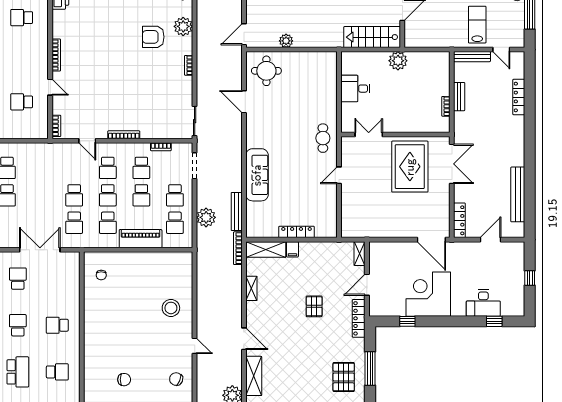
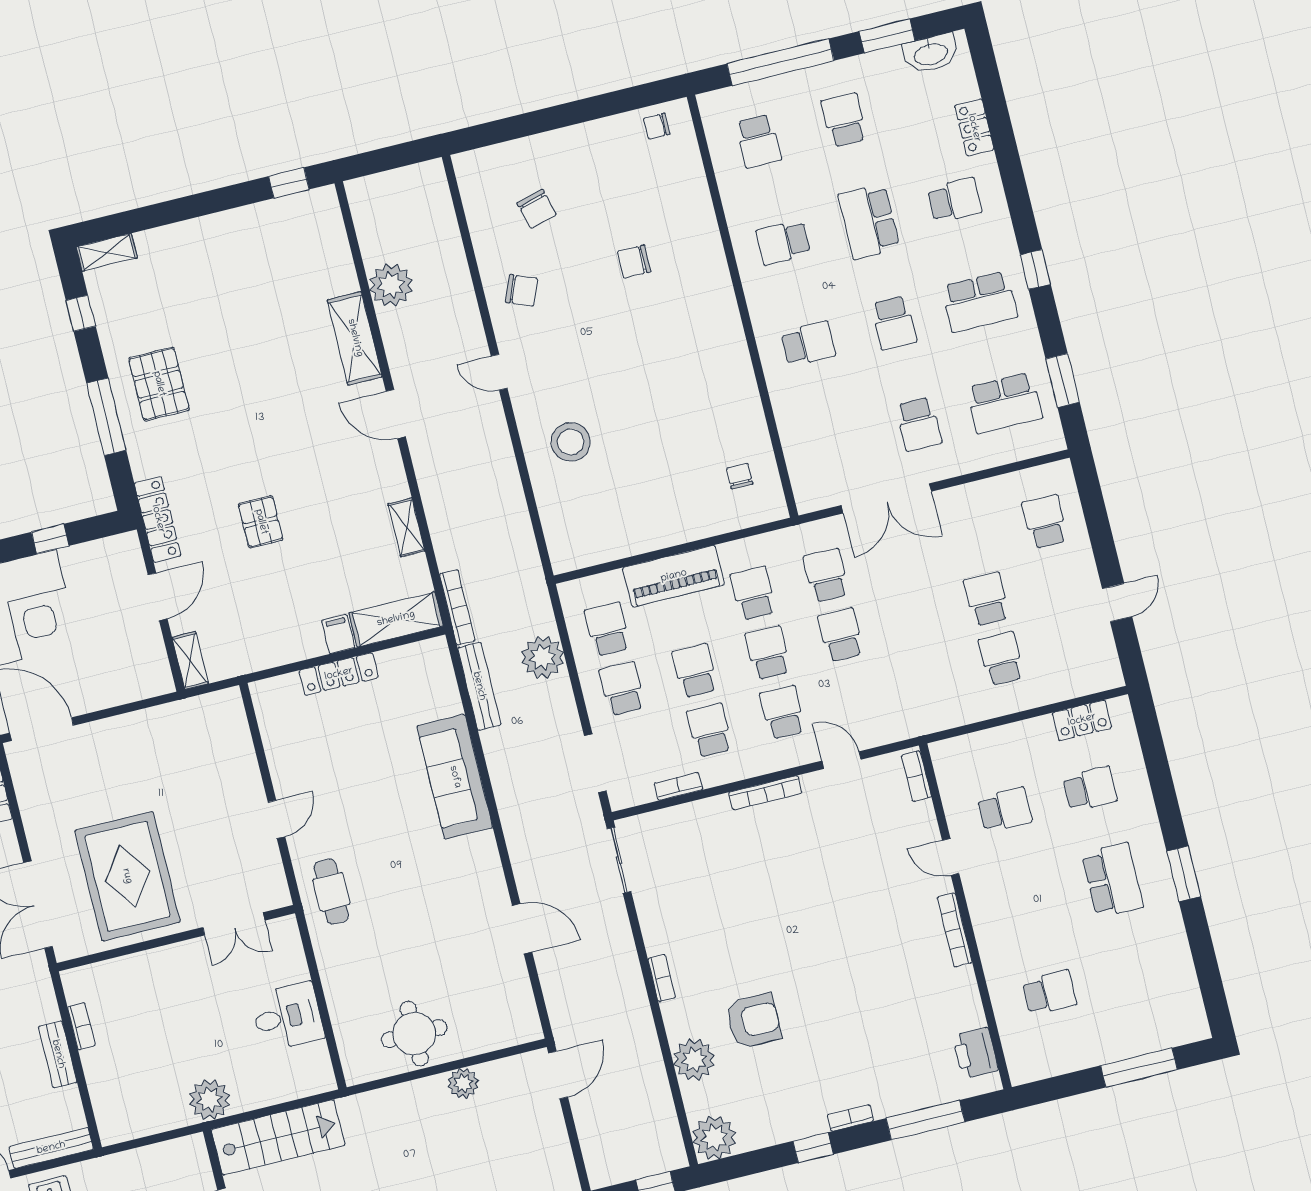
round table: (266, 71) -> (414, 1034), moved

